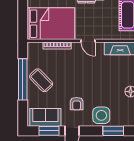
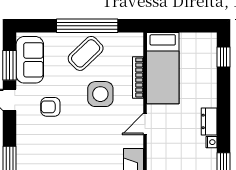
bed: (51, 24) -> (163, 68), width x0.67
side table: (101, 115) -> (100, 94), moved

